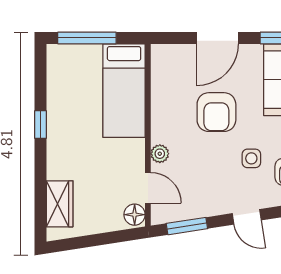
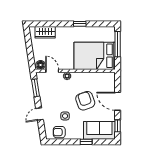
bed: (124, 91) -> (95, 56), width x1.50
armchair: (216, 112) -> (85, 101), turned 71
door: (148, 188) -> (52, 71), swing flipped

